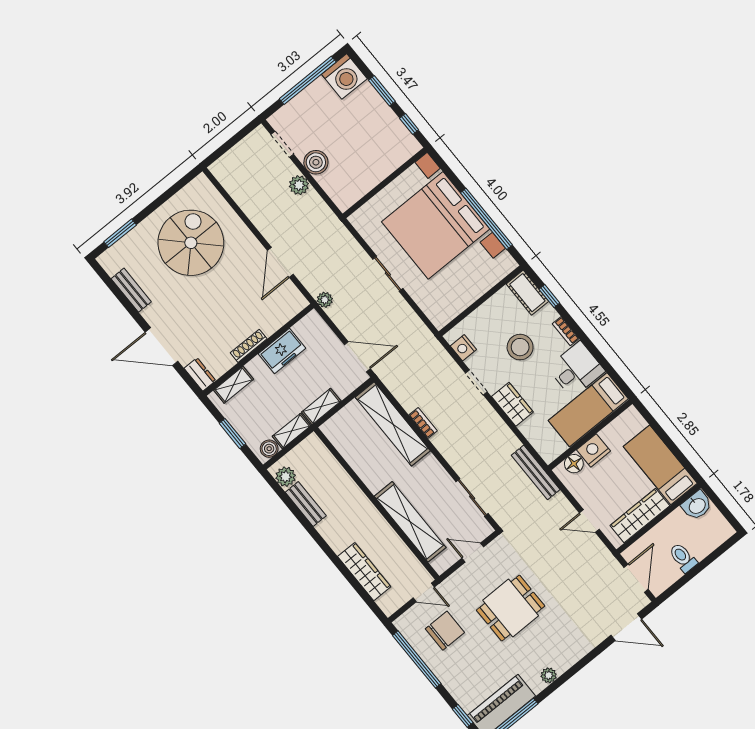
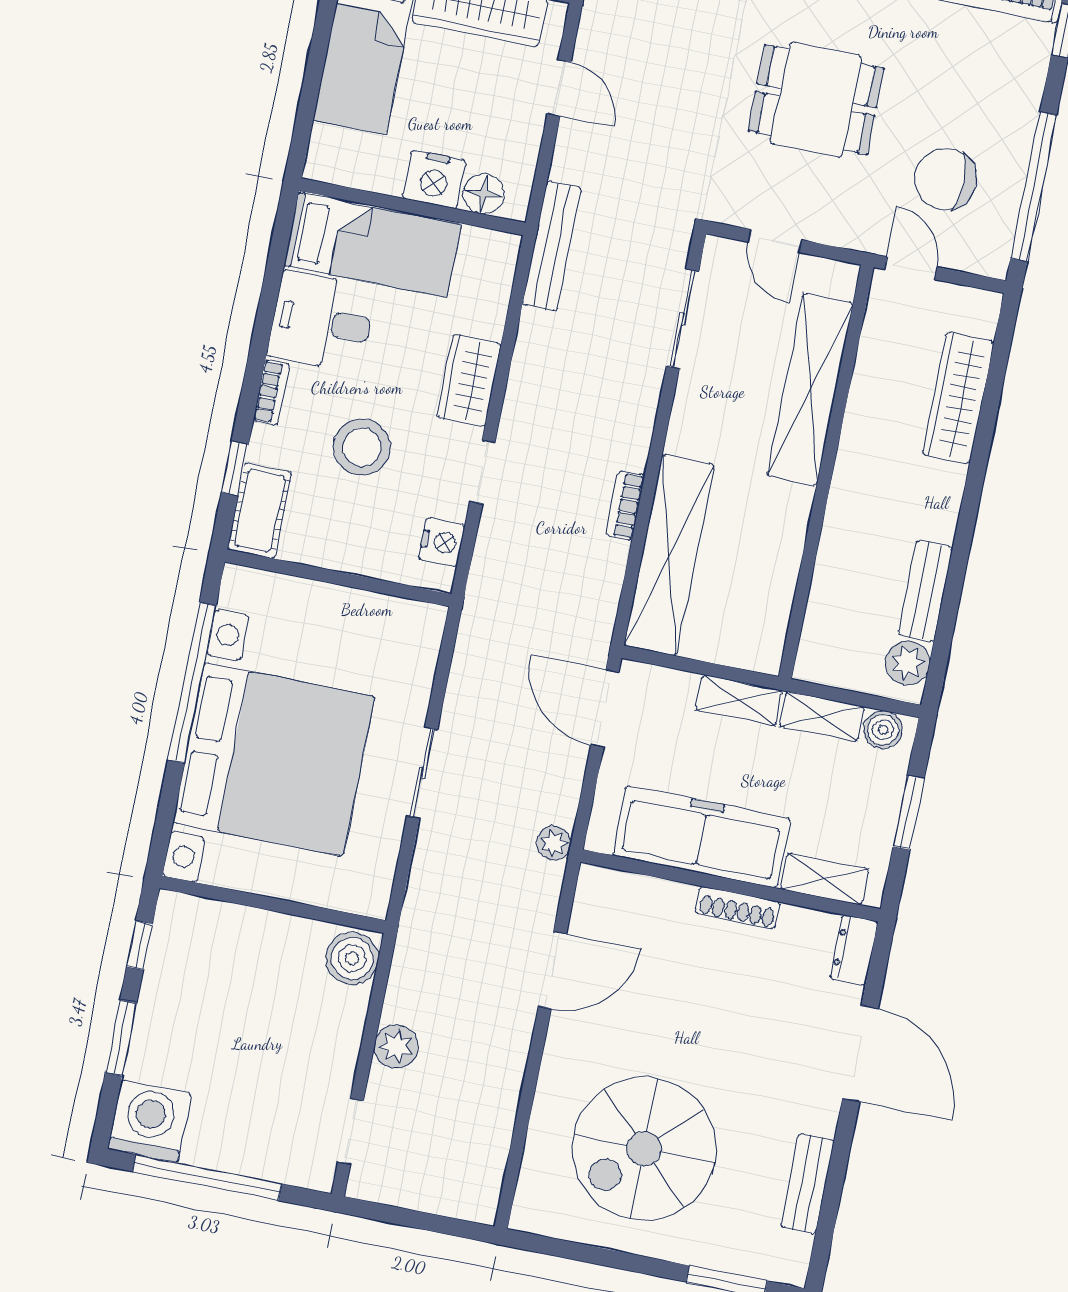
boiler: (316, 162) -> (352, 958), moved
freezer: (282, 351) -> (701, 837), width x1.91, depth x1.26

